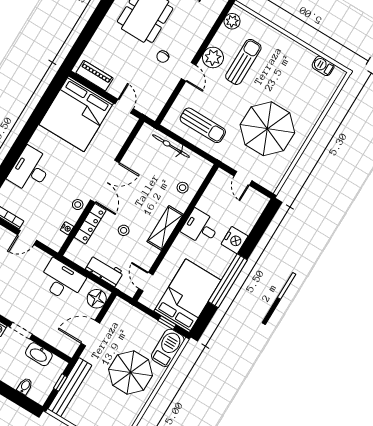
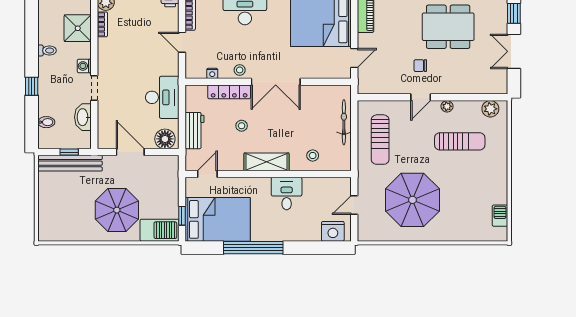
plant: (213, 58) -> (447, 106), width x0.53, depth x0.53
nightstand: (234, 240) -> (333, 231), moved

